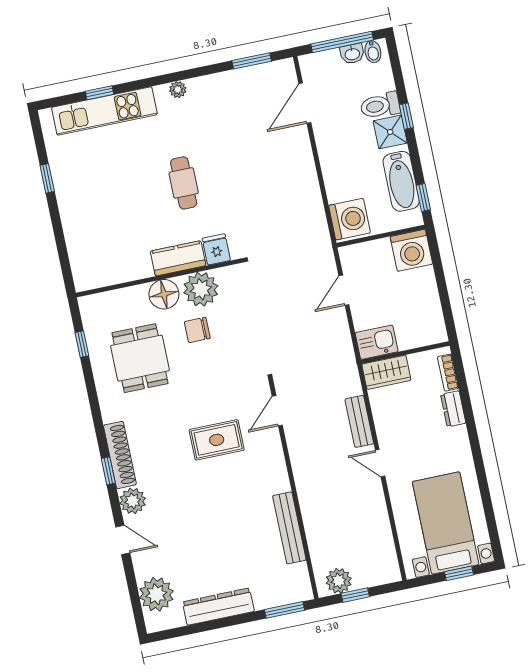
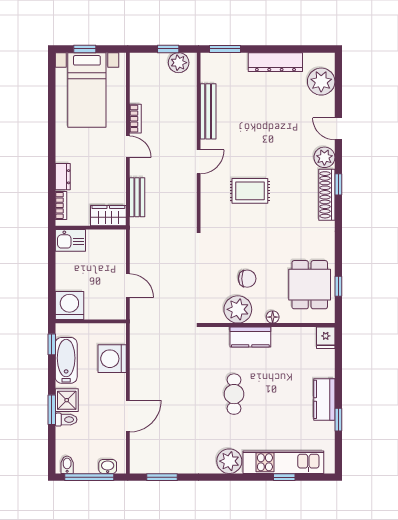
washbasin: (352, 54) -> (108, 466), moved
plant: (178, 90) -> (229, 461), width x1.87, depth x1.87
door: (305, 103) -> (128, 416), moved
toilet: (380, 106) -> (66, 420), width x0.73, depth x0.72
window: (406, 116) -> (52, 410), width x1.50
kitchen counter: (70, 200) -> (324, 399), added
washing machine: (350, 219) -> (112, 359), moved
fridge: (216, 249) -> (326, 338), moved
door: (344, 290) -> (128, 286), hinge flipped
floor lamp: (164, 294) -> (273, 317), width x0.53, depth x0.53
kitchen sink: (377, 342) -> (70, 240), moved
dining table: (140, 358) -> (310, 285), moved
door: (277, 411) -> (199, 162), moved
bench: (359, 421) -> (137, 197), moved
bookcase: (378, 500) -> (135, 119), added

